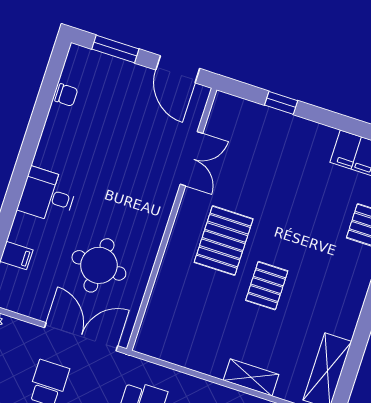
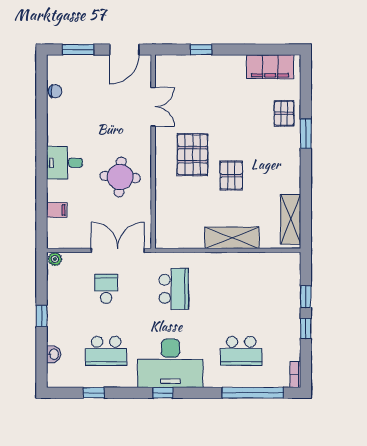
door: (178, 69) -> (124, 50), hinge flipped
round table: (99, 265) -> (120, 177), moved
shelving: (251, 377) -> (232, 238), width x1.50, depth x1.33

